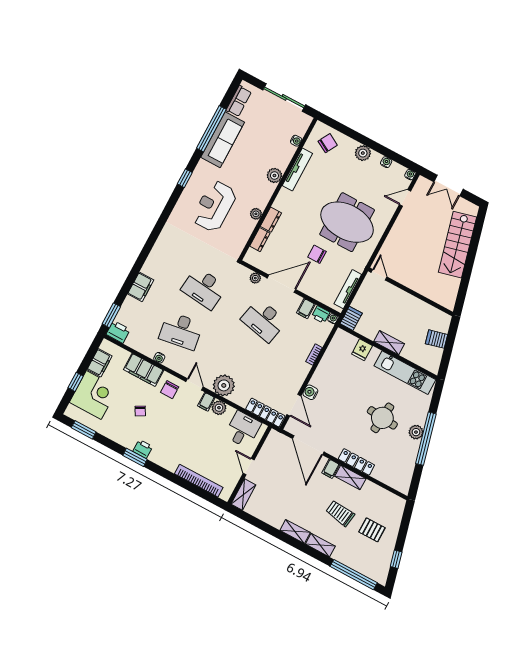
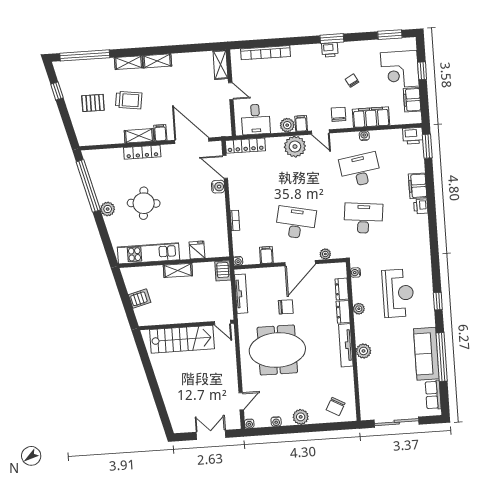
water cooler: (296, 141) -> (356, 273), moved
tv unit: (297, 169) -> (346, 345), moved
stairs: (457, 245) -> (182, 339), moved, turned 104
printer: (321, 315) -> (421, 206), moved, turned -90
window: (426, 439) -> (88, 186), moved

